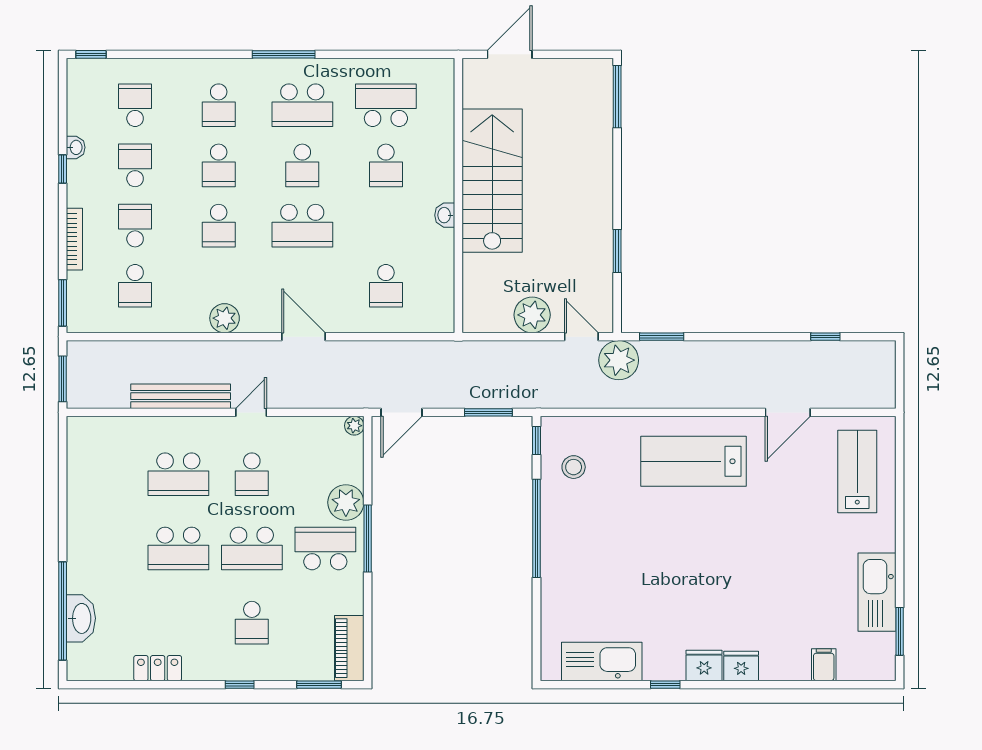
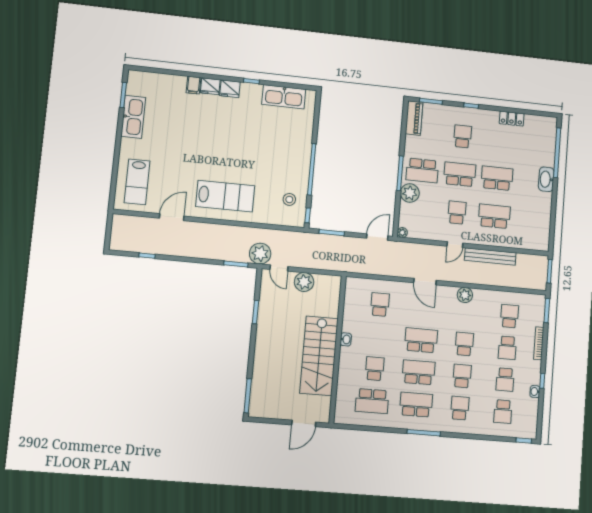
school desk: (302, 165) -> (419, 372), width x1.85
washbasin: (81, 618) -> (546, 179), moved
filing cabinet: (824, 665) -> (194, 85), moved

